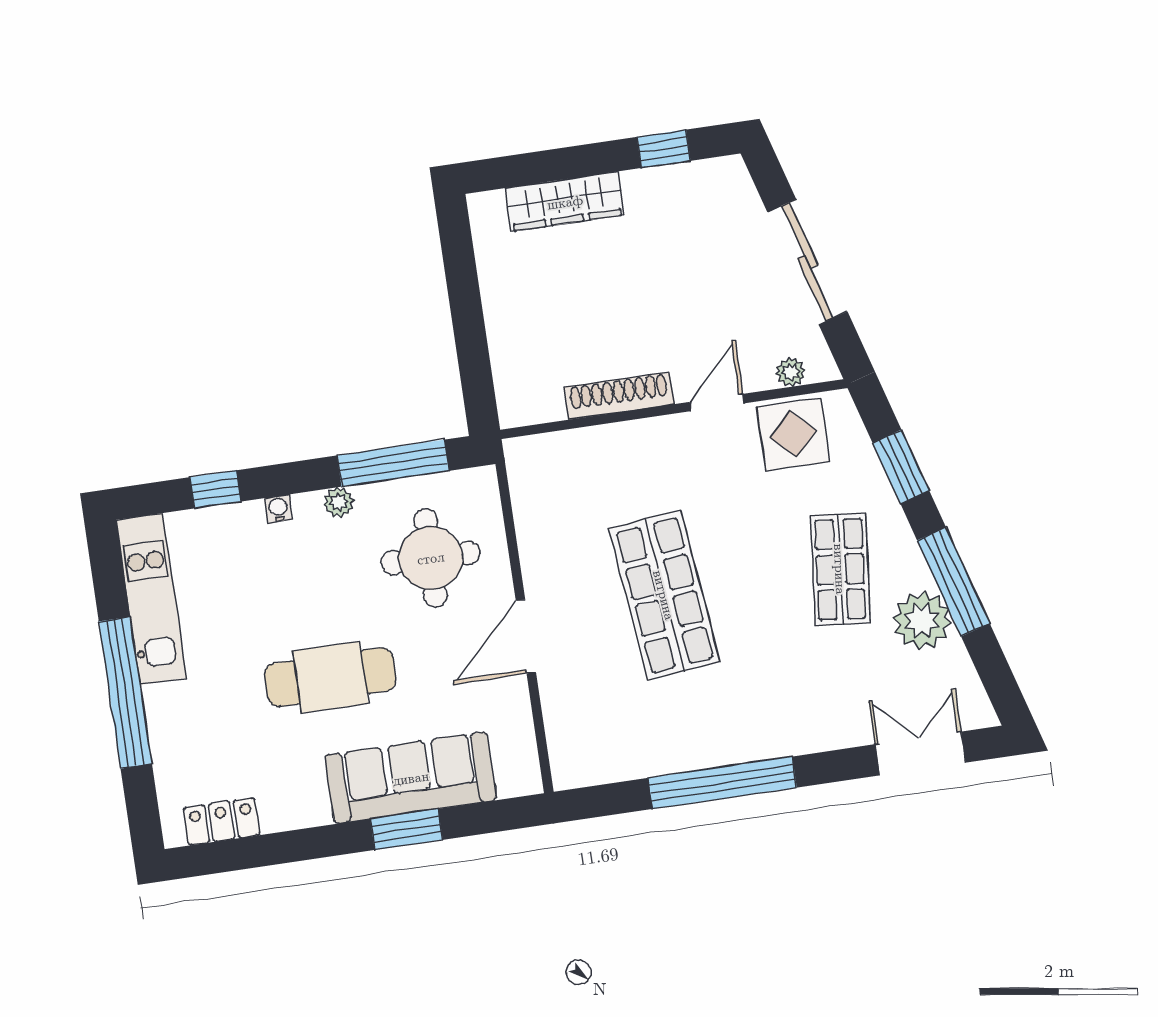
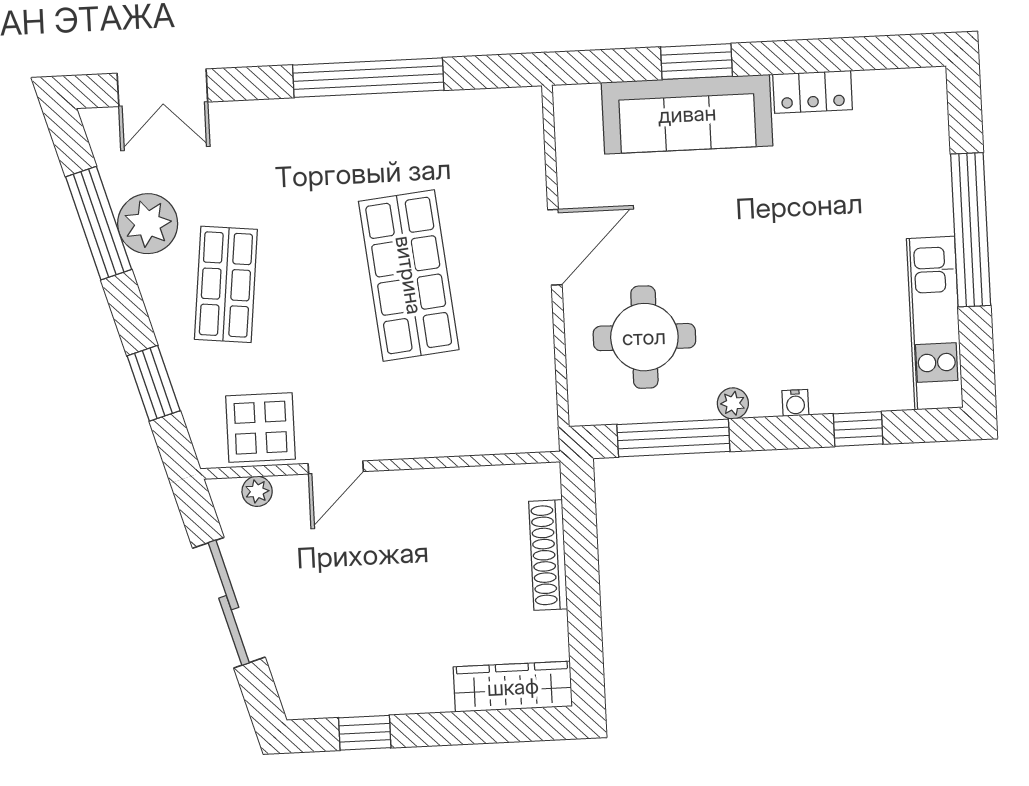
wardrobe: (565, 202) -> (513, 687), moved
shoe rack: (619, 396) -> (548, 555), moved, turned 90
window: (953, 582) -> (99, 223), moved
cafe table: (330, 677) -> (759, 225), removed
locker: (222, 821) -> (813, 92), moved

